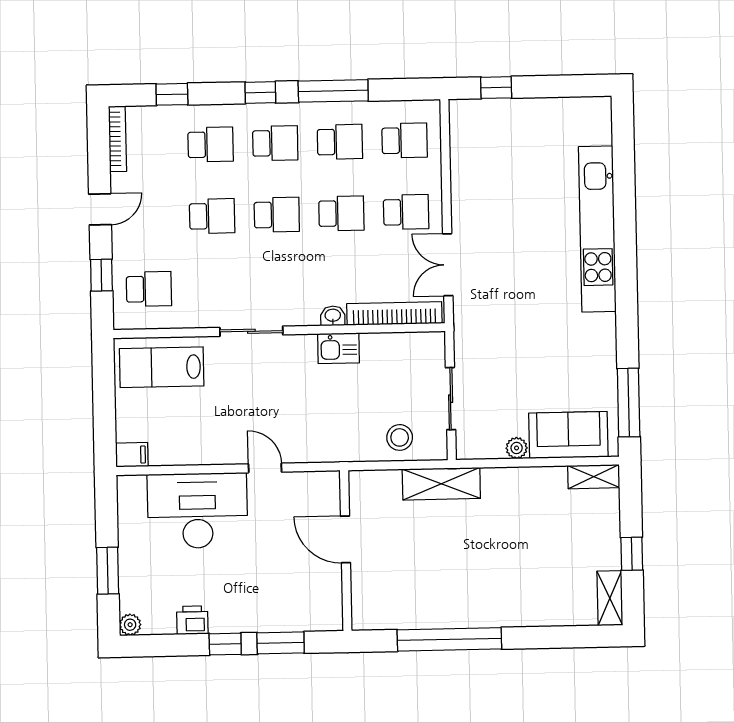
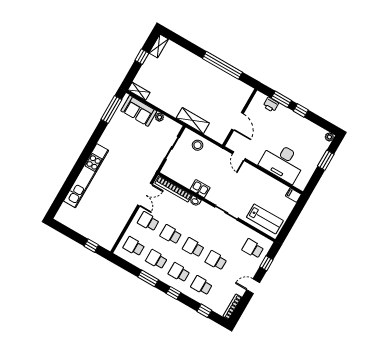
window: (333, 91) -> (148, 278), width x0.69
door: (265, 468) -> (239, 156), moved
printer: (192, 620) -> (271, 105), moved

